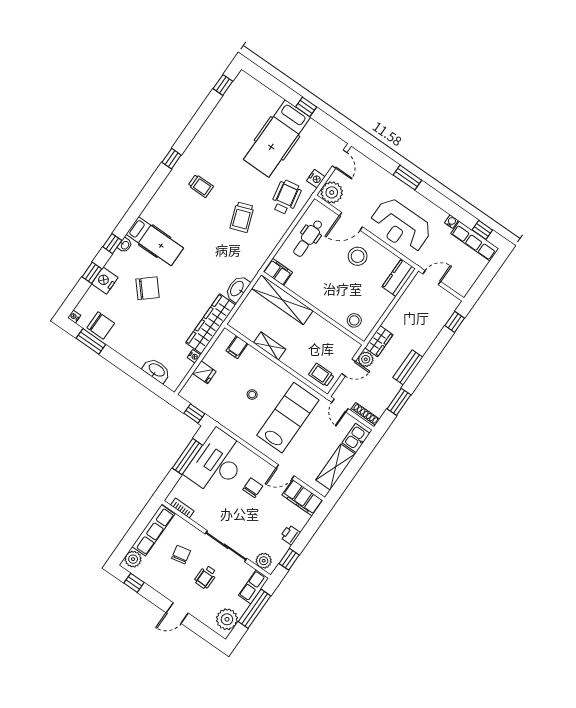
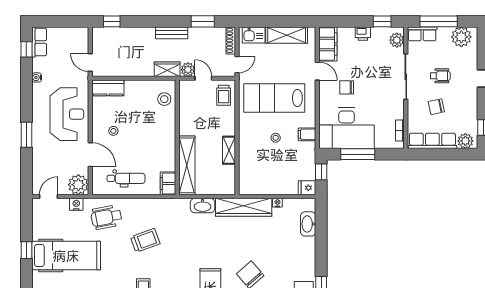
row of seats: (475, 241) -> (39, 42), width x0.68
stool: (358, 256) -> (113, 131), width x0.53, depth x0.53
filing cabinet: (237, 347) -> (307, 134), moved, turned 180
fridge: (204, 372) -> (307, 188), moved, turned -90

